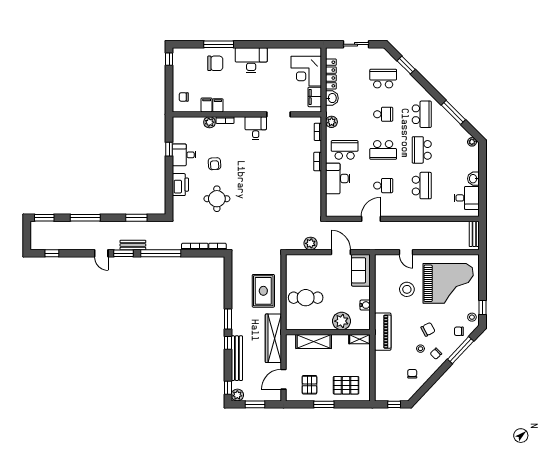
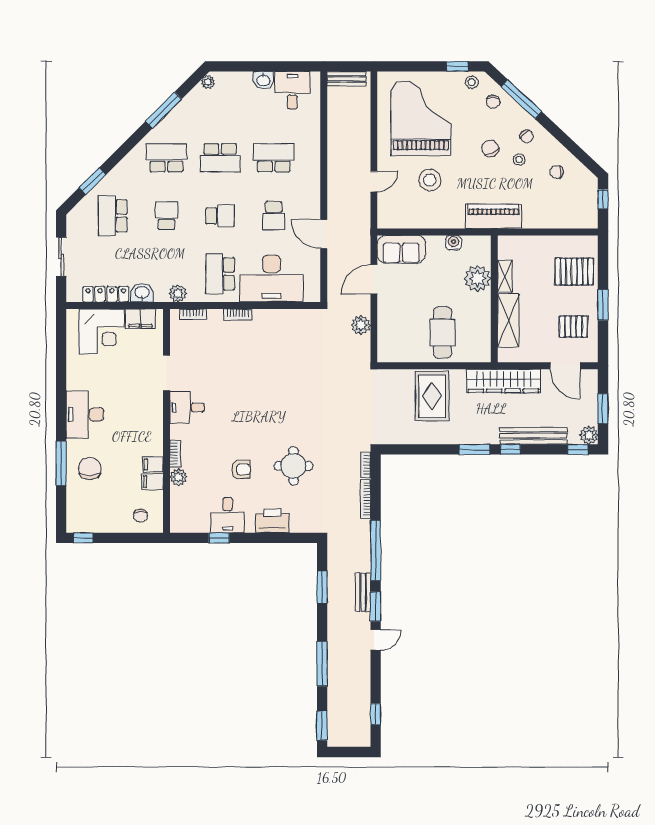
school desk: (383, 150) -> (220, 216), width x0.54
desk: (338, 179) -> (272, 278), width x1.36, depth x1.30
school desk: (383, 186) -> (274, 216), turned 180
rug: (263, 291) -> (432, 396), turned 90
shelving: (360, 339) -> (505, 276), moved
pallet: (346, 385) -> (574, 272), turned 90

